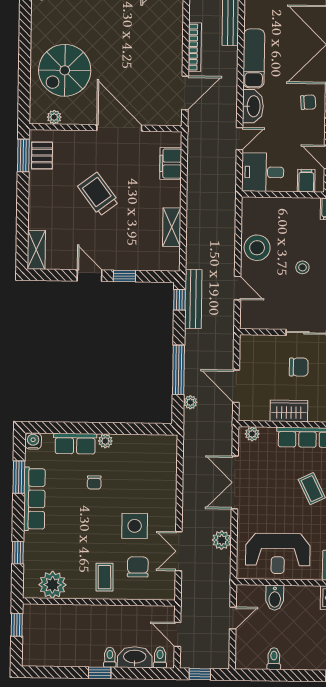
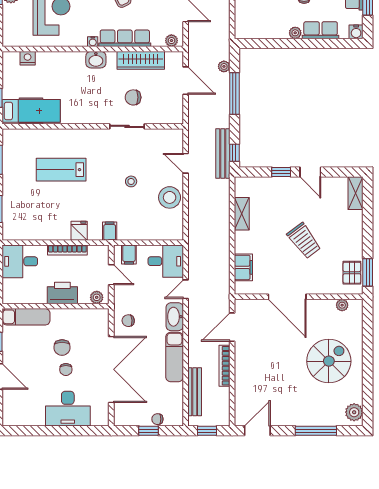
spiral stairs: (65, 70) -> (329, 361), moved
wardrobe: (289, 411) -> (141, 60), width x1.50

